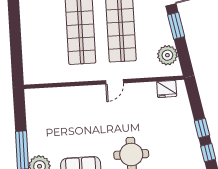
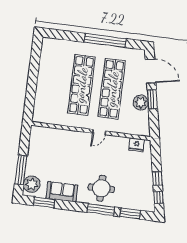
plant: (167, 55) -> (141, 103), moved

